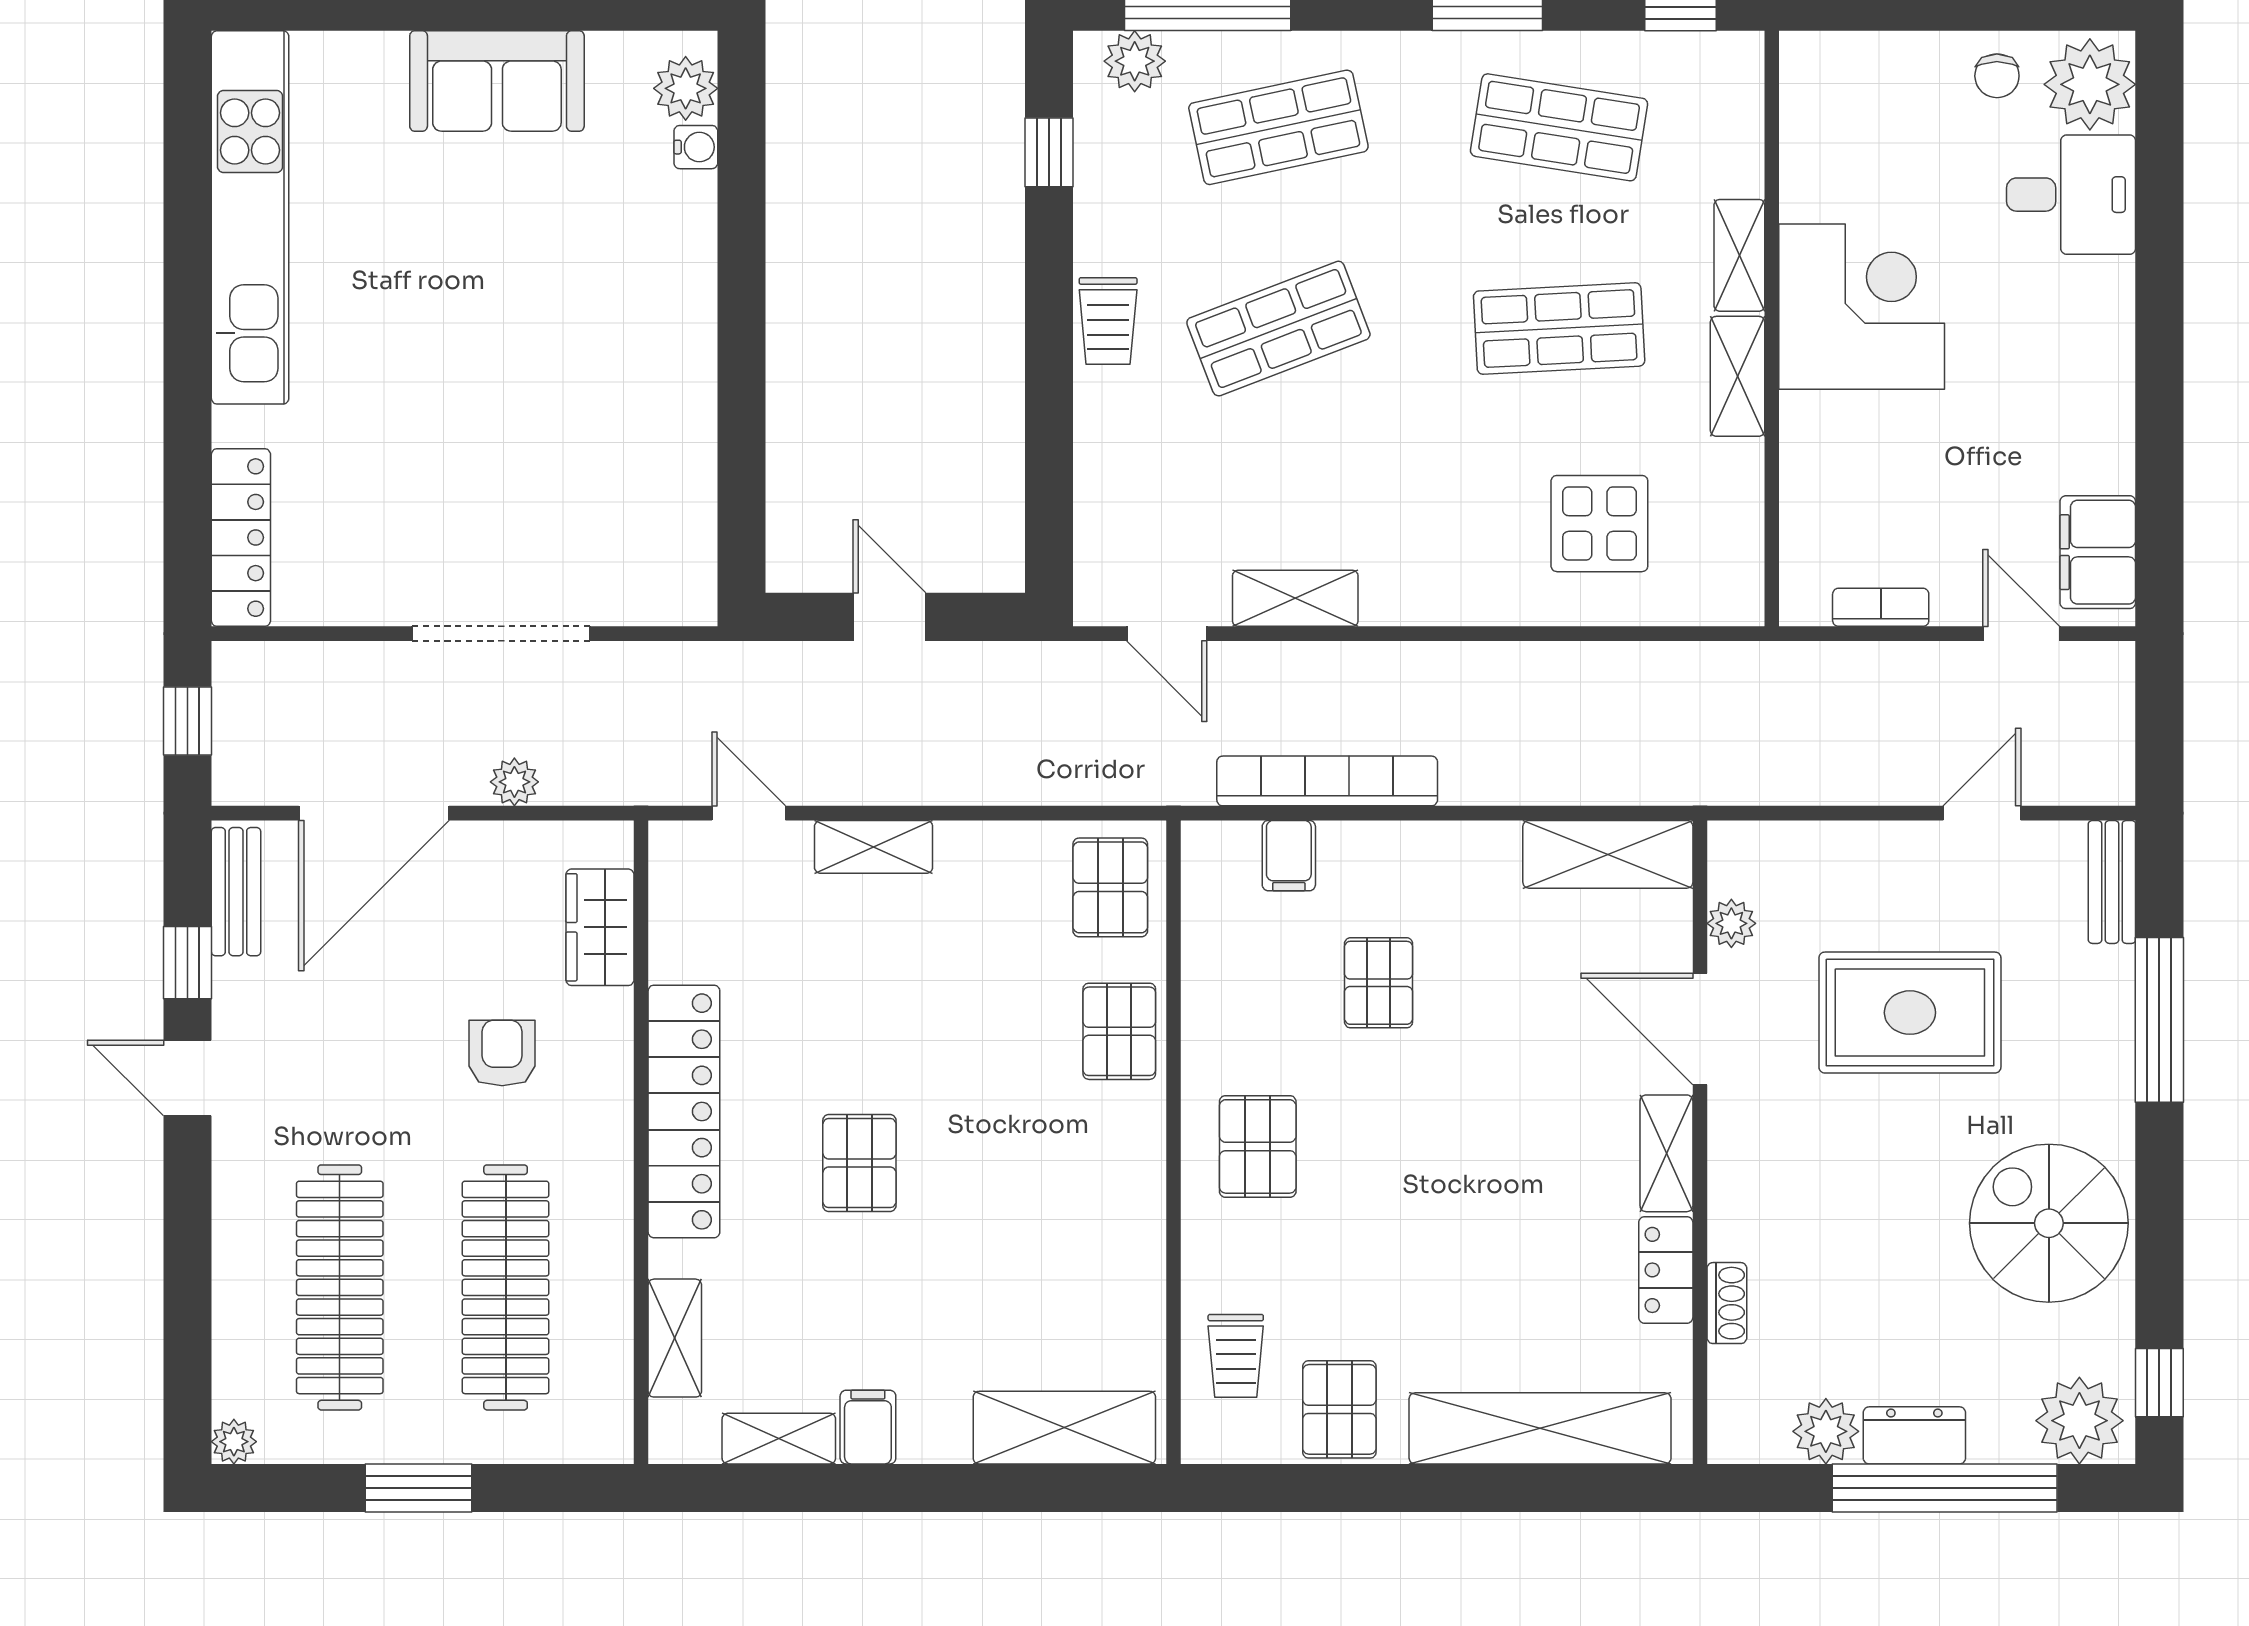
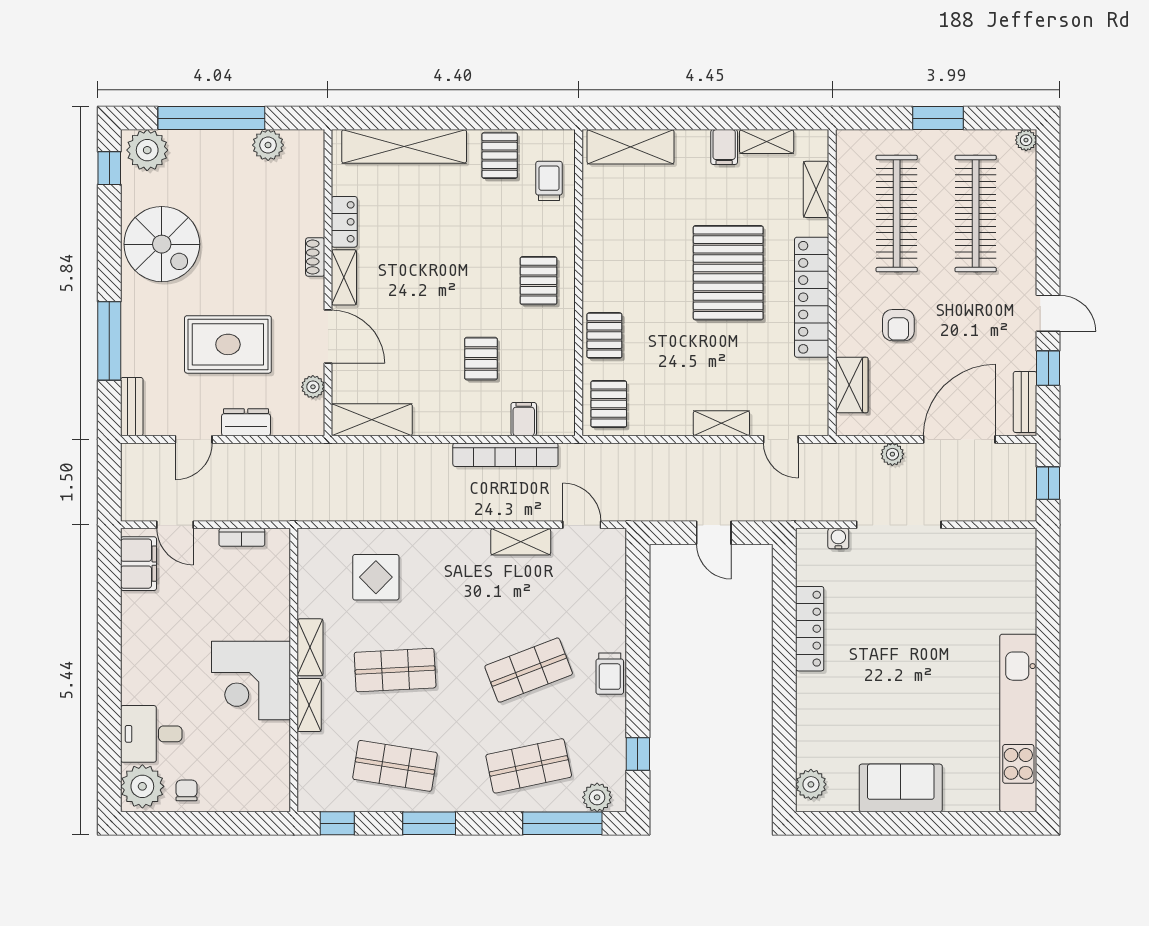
water cooler: (696, 147) -> (838, 539), moved, turned 90
trolley: (1108, 321) -> (610, 674), turned 180
locker: (241, 538) -> (810, 629), moved, turned 180
pallet: (859, 1163) -> (728, 273), width x2.05, depth x2.00
shoe rack: (1727, 1303) -> (315, 257), moved
dresser: (1914, 1435) -> (246, 422), moved, turned 180

